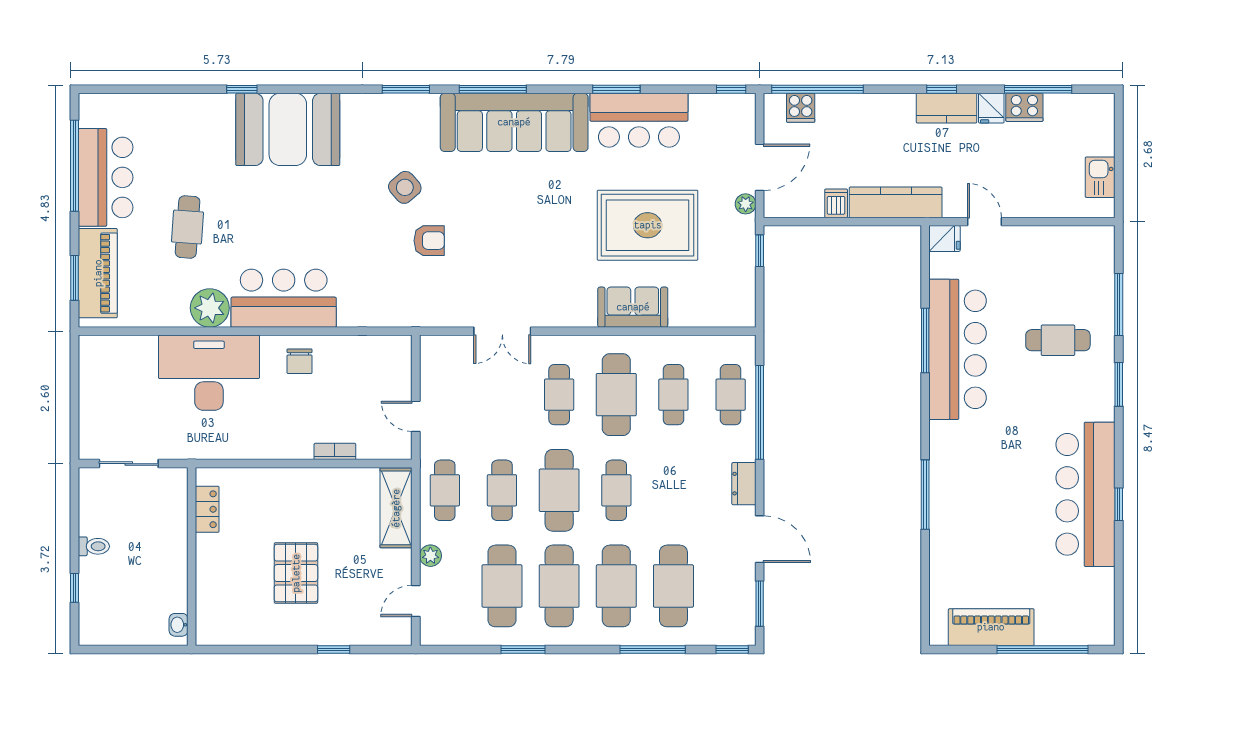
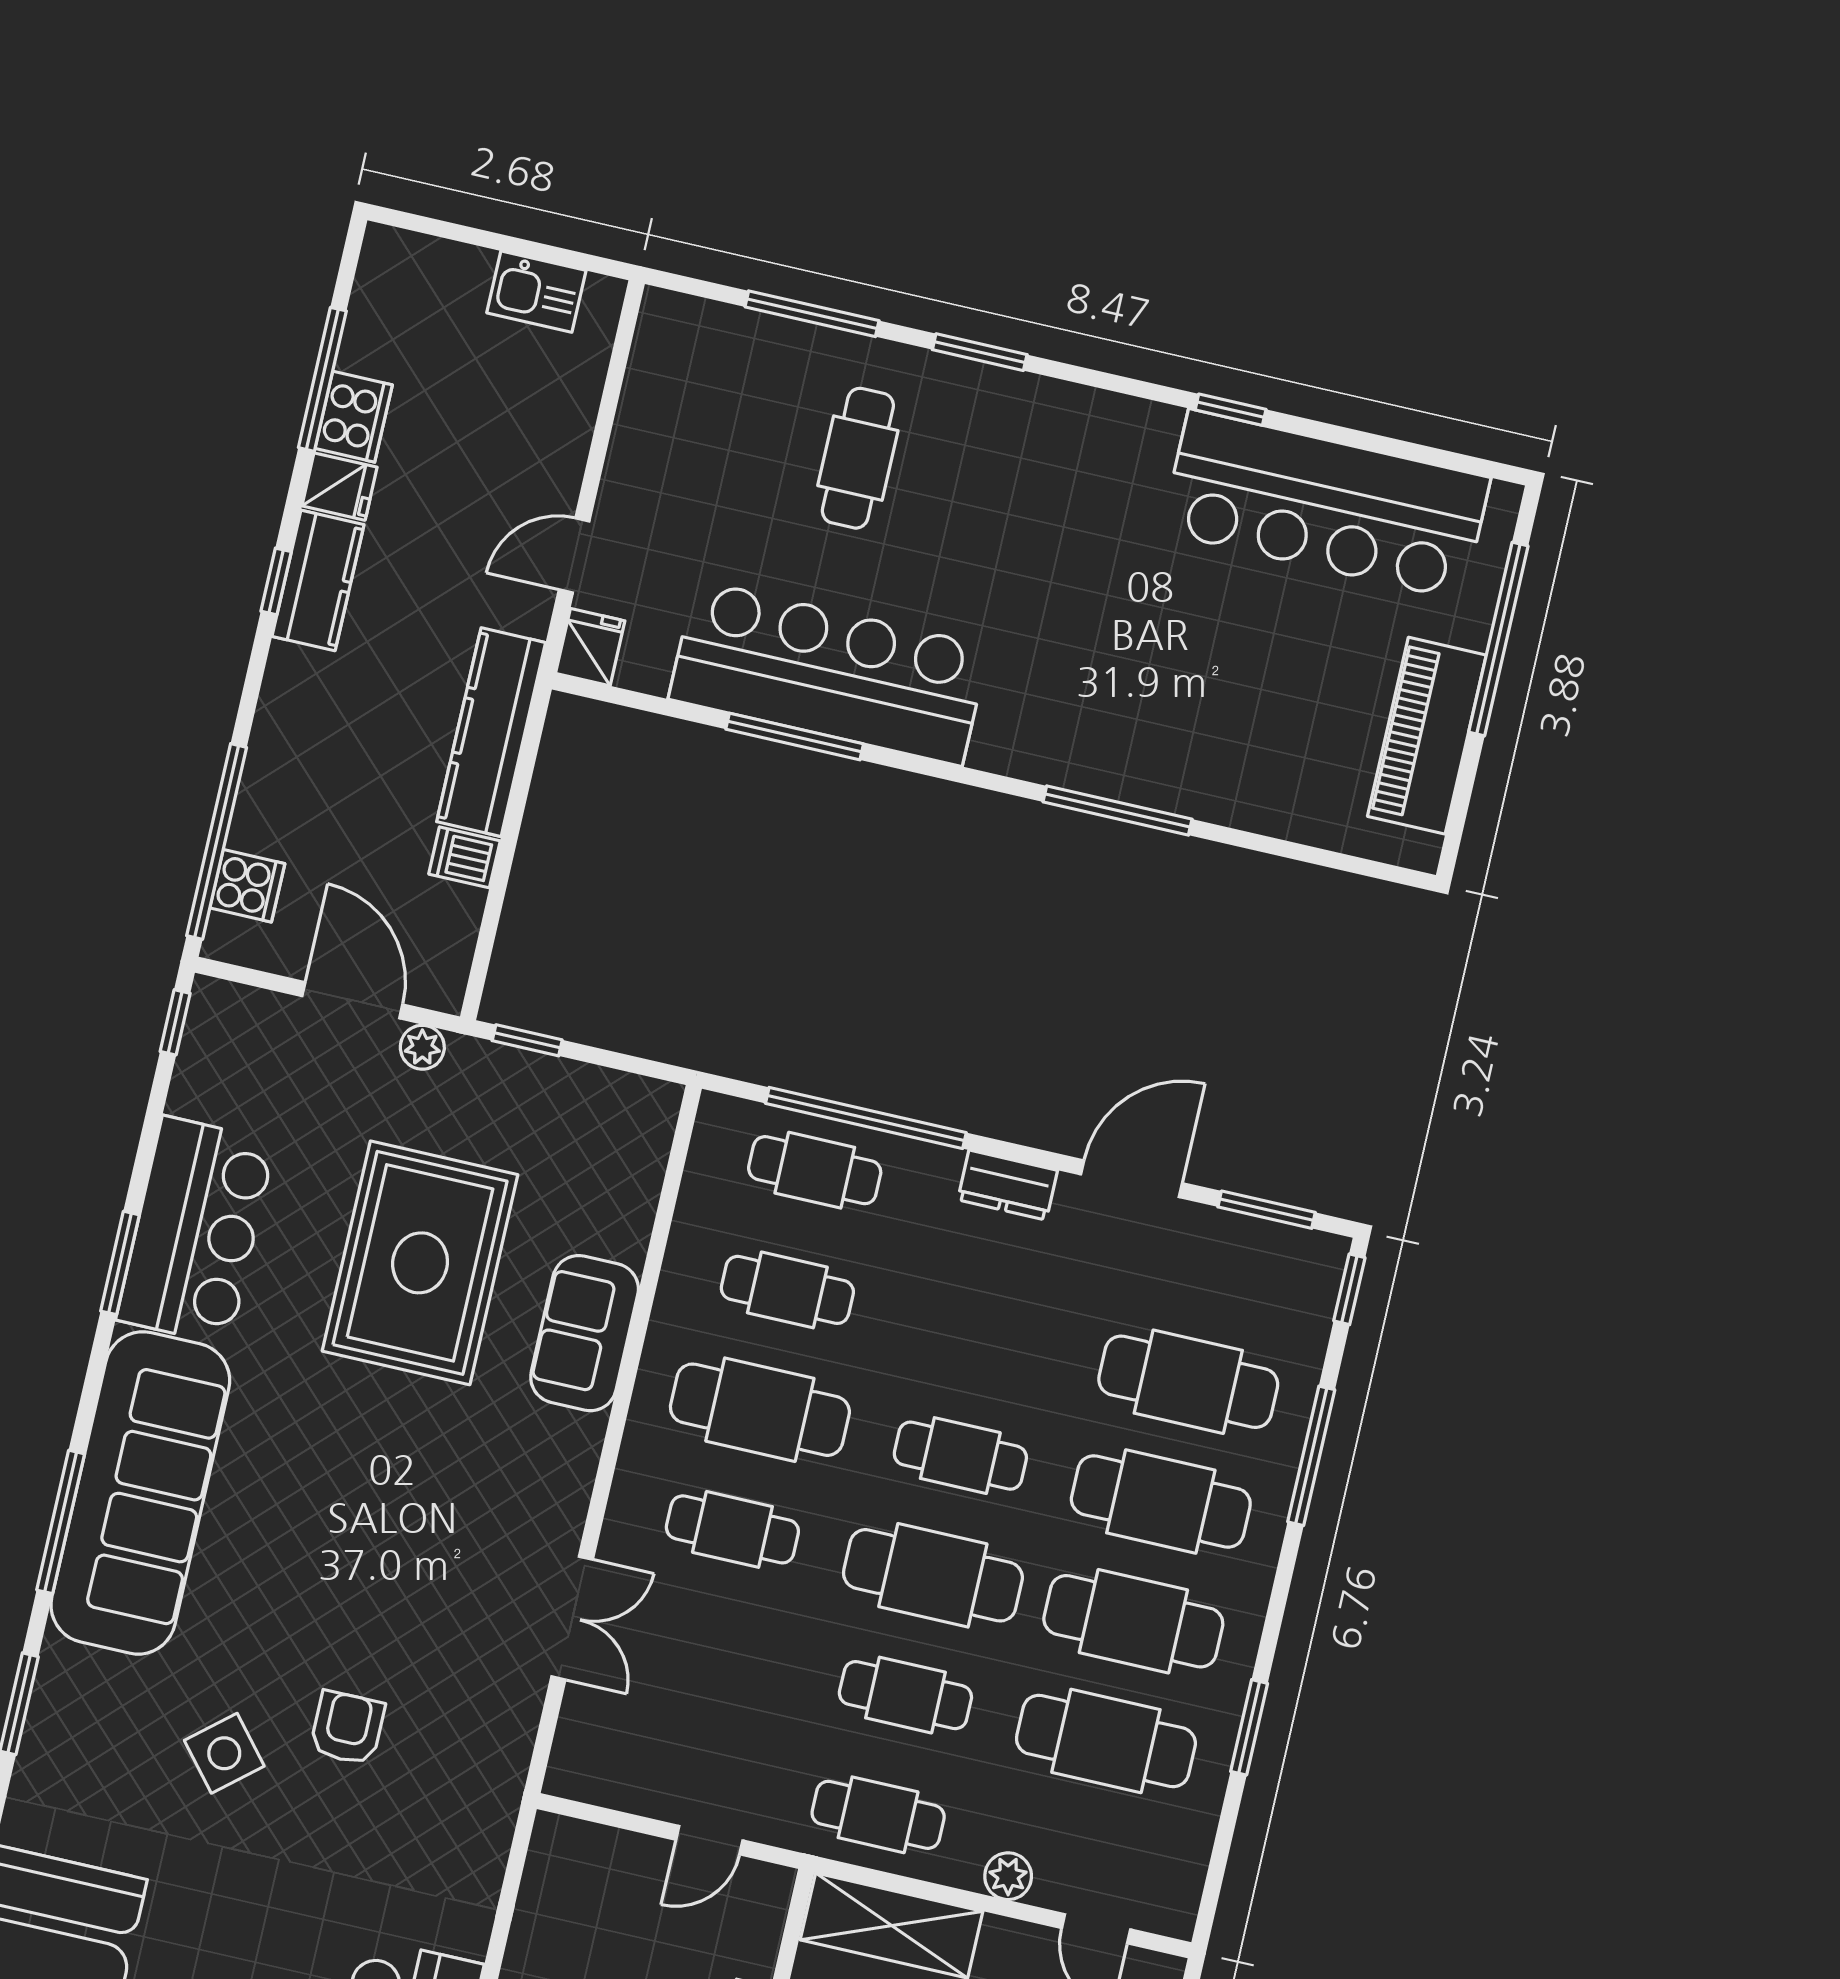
bar counter: (1085, 494) -> (1326, 505), moved

